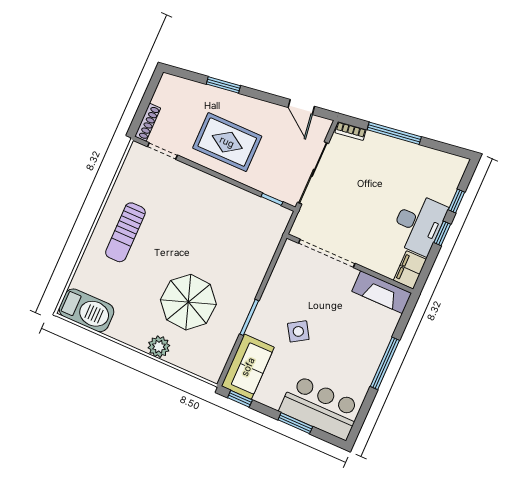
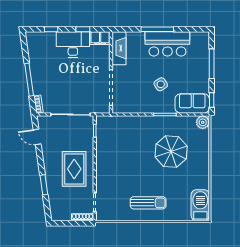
door: (301, 107) -> (37, 137), swing flipped
window: (442, 233) -> (83, 29), moved
plant: (159, 347) -> (203, 122), moved
bar counter: (321, 408) -> (167, 44), moved, turned -90
window: (295, 423) -> (212, 64), width x1.44

